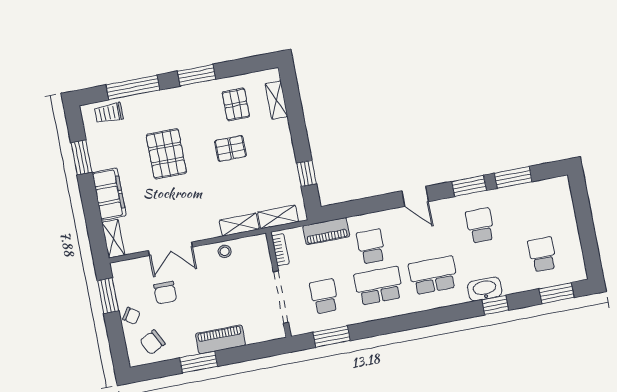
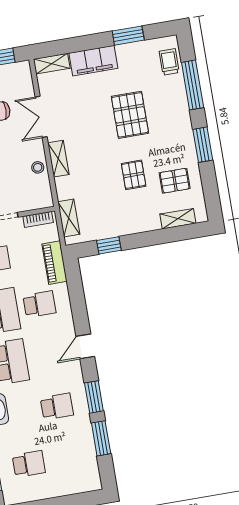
pallet: (166, 154) -> (130, 115), turned 90
shelving: (239, 225) -> (58, 159), moved

